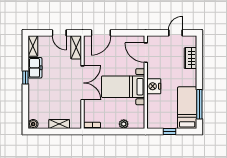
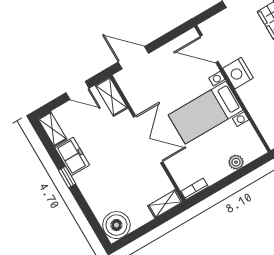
door: (101, 33) -> (133, 58), swing flipped
nightstand: (154, 86) -> (238, 73), moved
boiler: (33, 124) -> (116, 225), width x1.86, depth x1.86
shelving: (59, 124) -> (165, 204), moved

